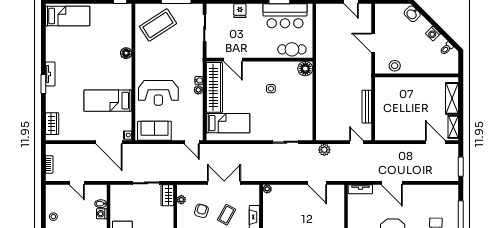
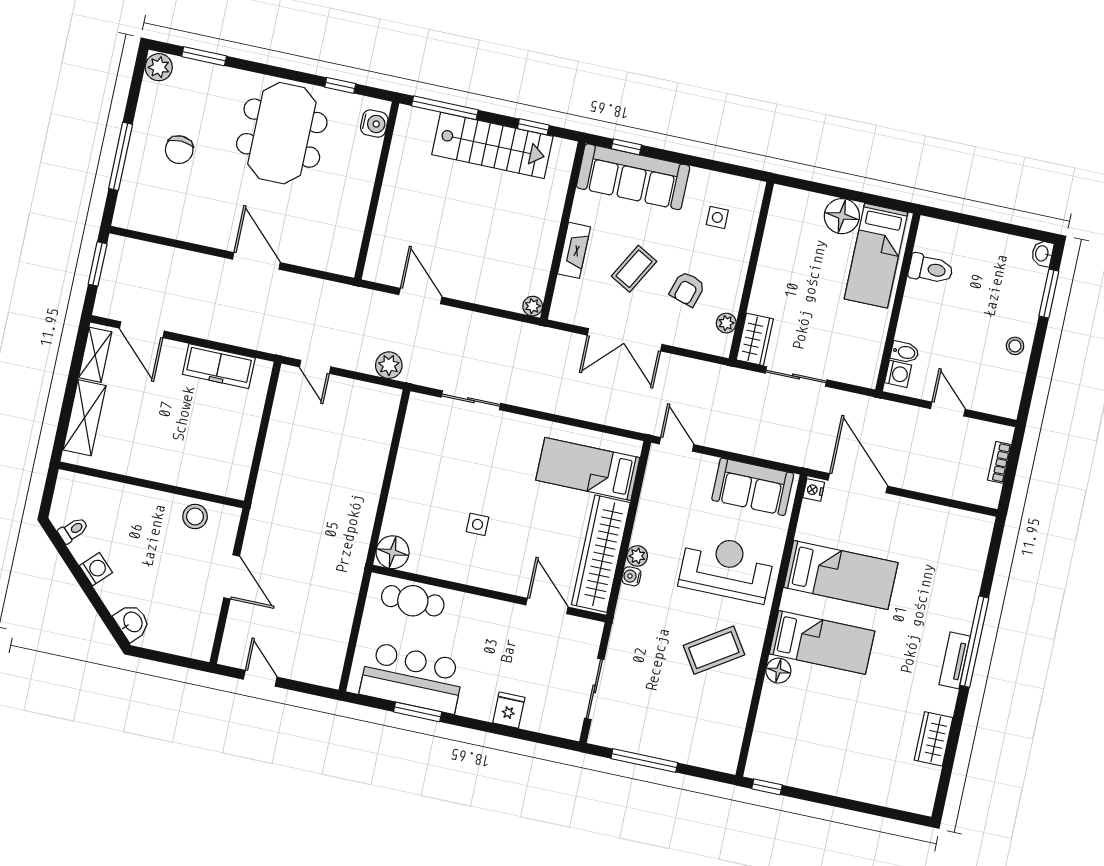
bed: (68, 16) -> (822, 642), moved, turned 180
coffee table: (158, 25) -> (714, 650), moved, width x0.73, depth x0.76
window: (43, 84) -> (974, 642), width x2.11
bench: (367, 107) -> (275, 440), removed
wardrobe: (52, 124) -> (934, 739), moved
freezer: (398, 133) -> (219, 366), added
tv unit: (360, 189) -> (328, 262), removed
washing machine: (102, 214) -> (898, 374), moved

